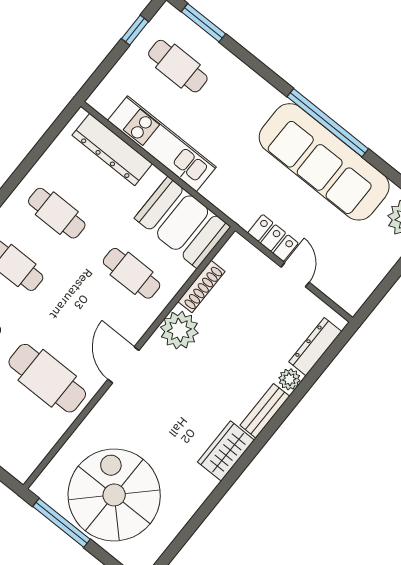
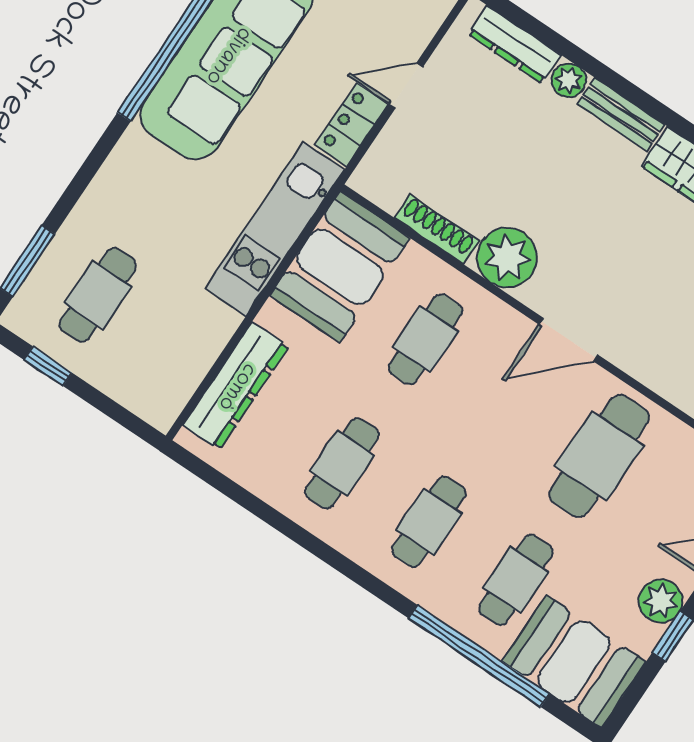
kitchen unit: (162, 144) -> (275, 229), moved

